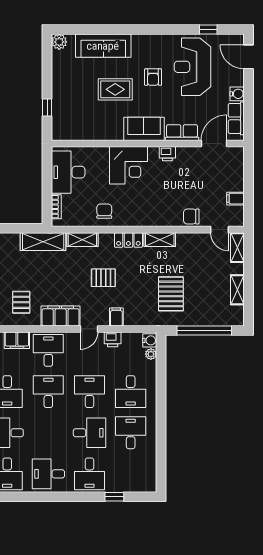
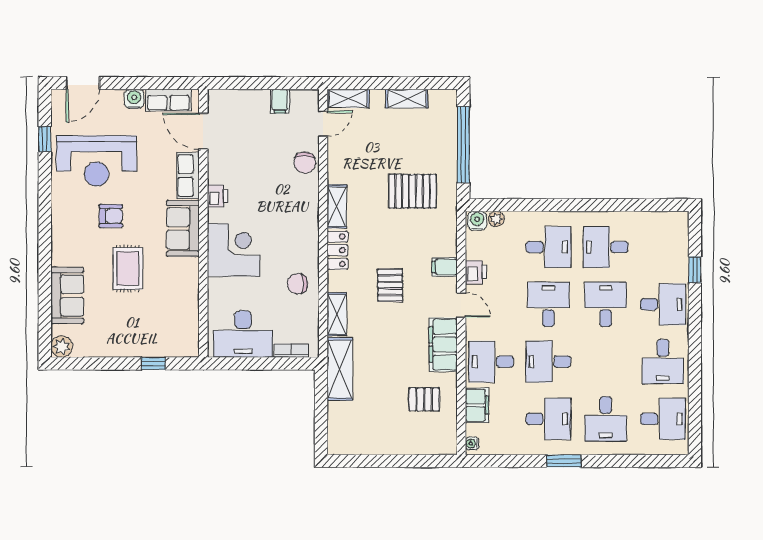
sofa: (103, 46) -> (67, 295), width x0.73
desk: (89, 392) -> (548, 304), turned 90

